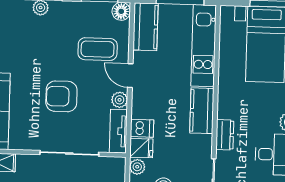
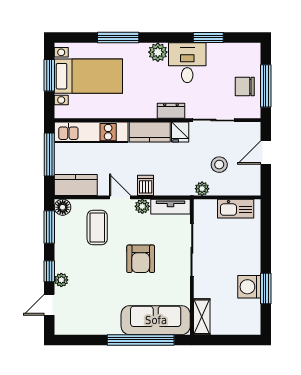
door: (130, 76) -> (120, 197), swing flipped
dishwasher: (142, 128) -> (146, 185), moved
fridge: (141, 148) -> (180, 132), moved, turned 180

